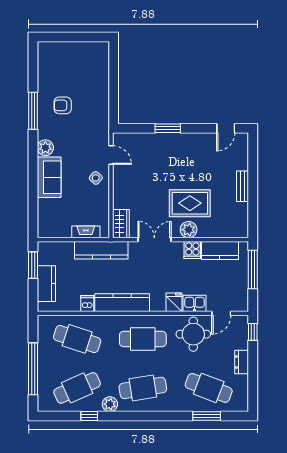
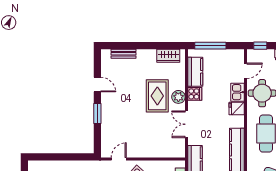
door: (226, 128) -> (97, 85), moved
bench: (242, 186) -> (124, 54), moved
wardrobe: (121, 224) -> (168, 56), moved, turned 180
door: (221, 313) -> (246, 71), hinge flipped

